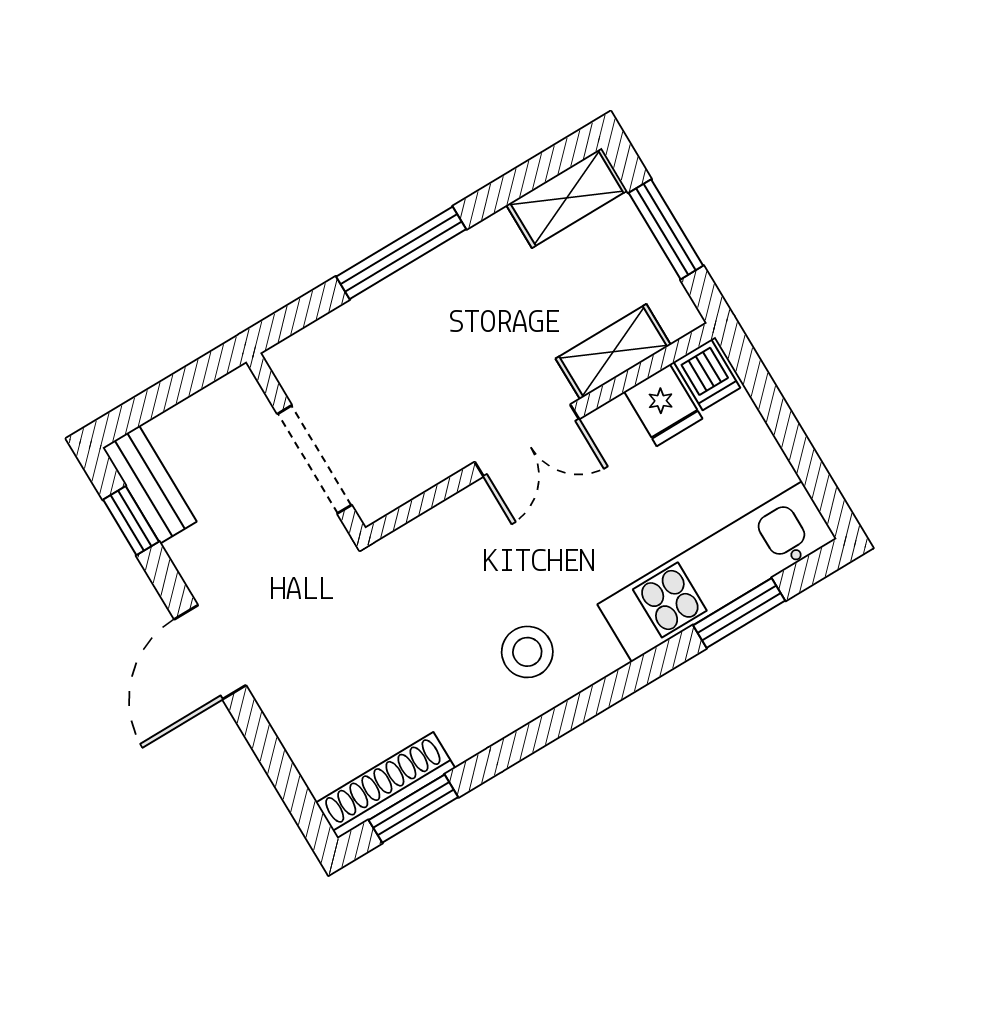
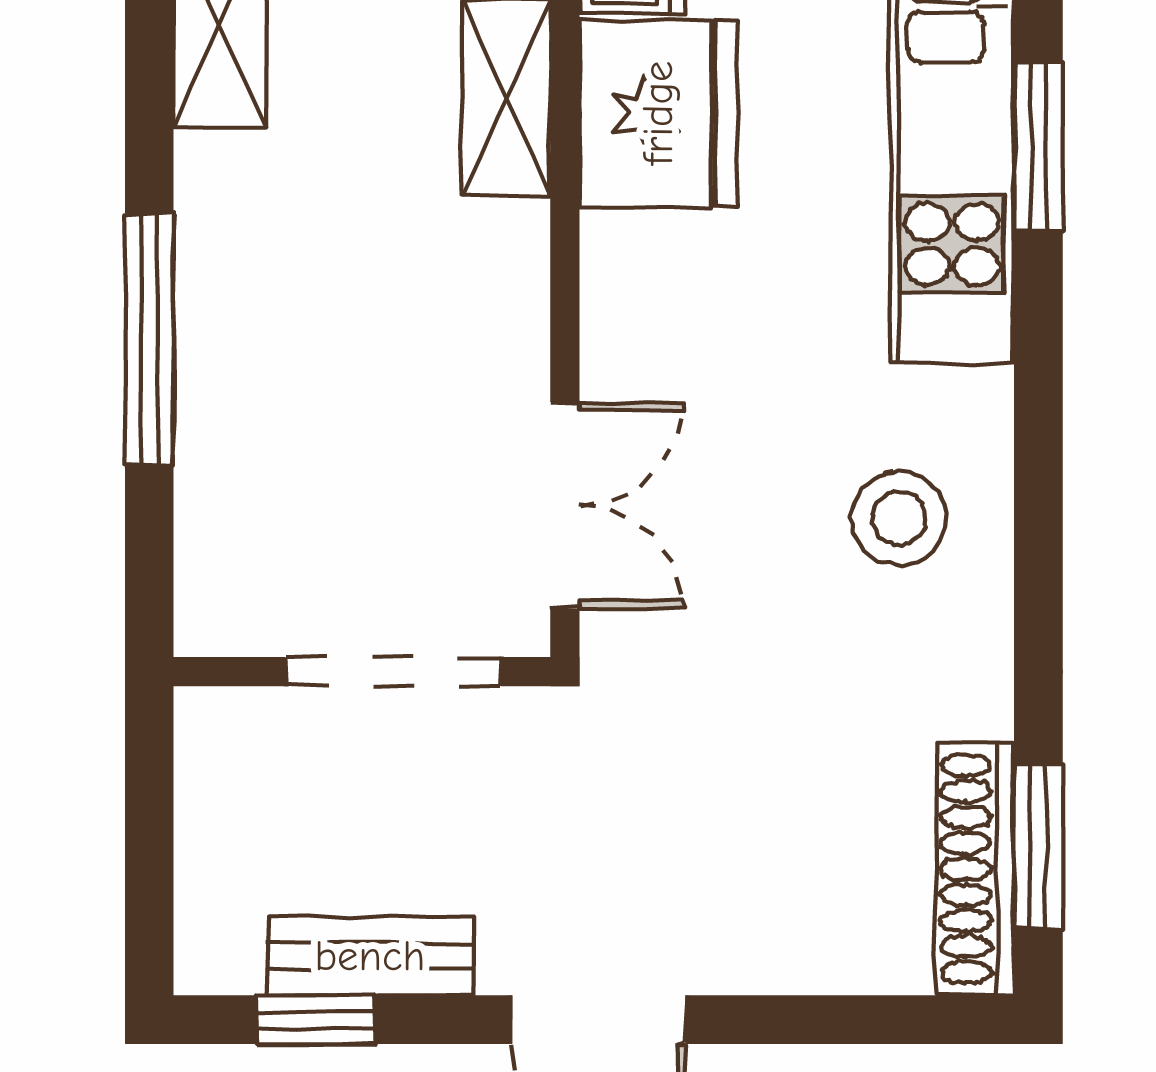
fridge: (663, 405) -> (658, 113), width x1.88, depth x1.34
double door: (527, 441) -> (565, 505), moved
bench: (150, 485) -> (370, 956), moved

